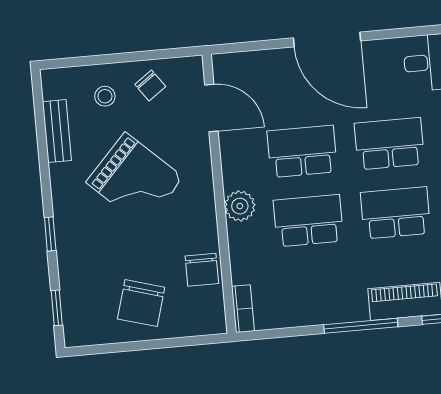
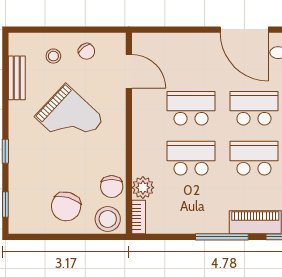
door: (327, 39) -> (244, 30), moved
plant: (240, 206) -> (143, 188), moved
stool: (200, 315) -> (108, 219), added

